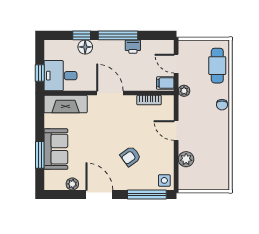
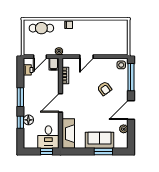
window: (118, 35) -> (20, 97), width x0.69
printer: (133, 47) -> (28, 70), moved
plant: (186, 159) -> (106, 50), removed

